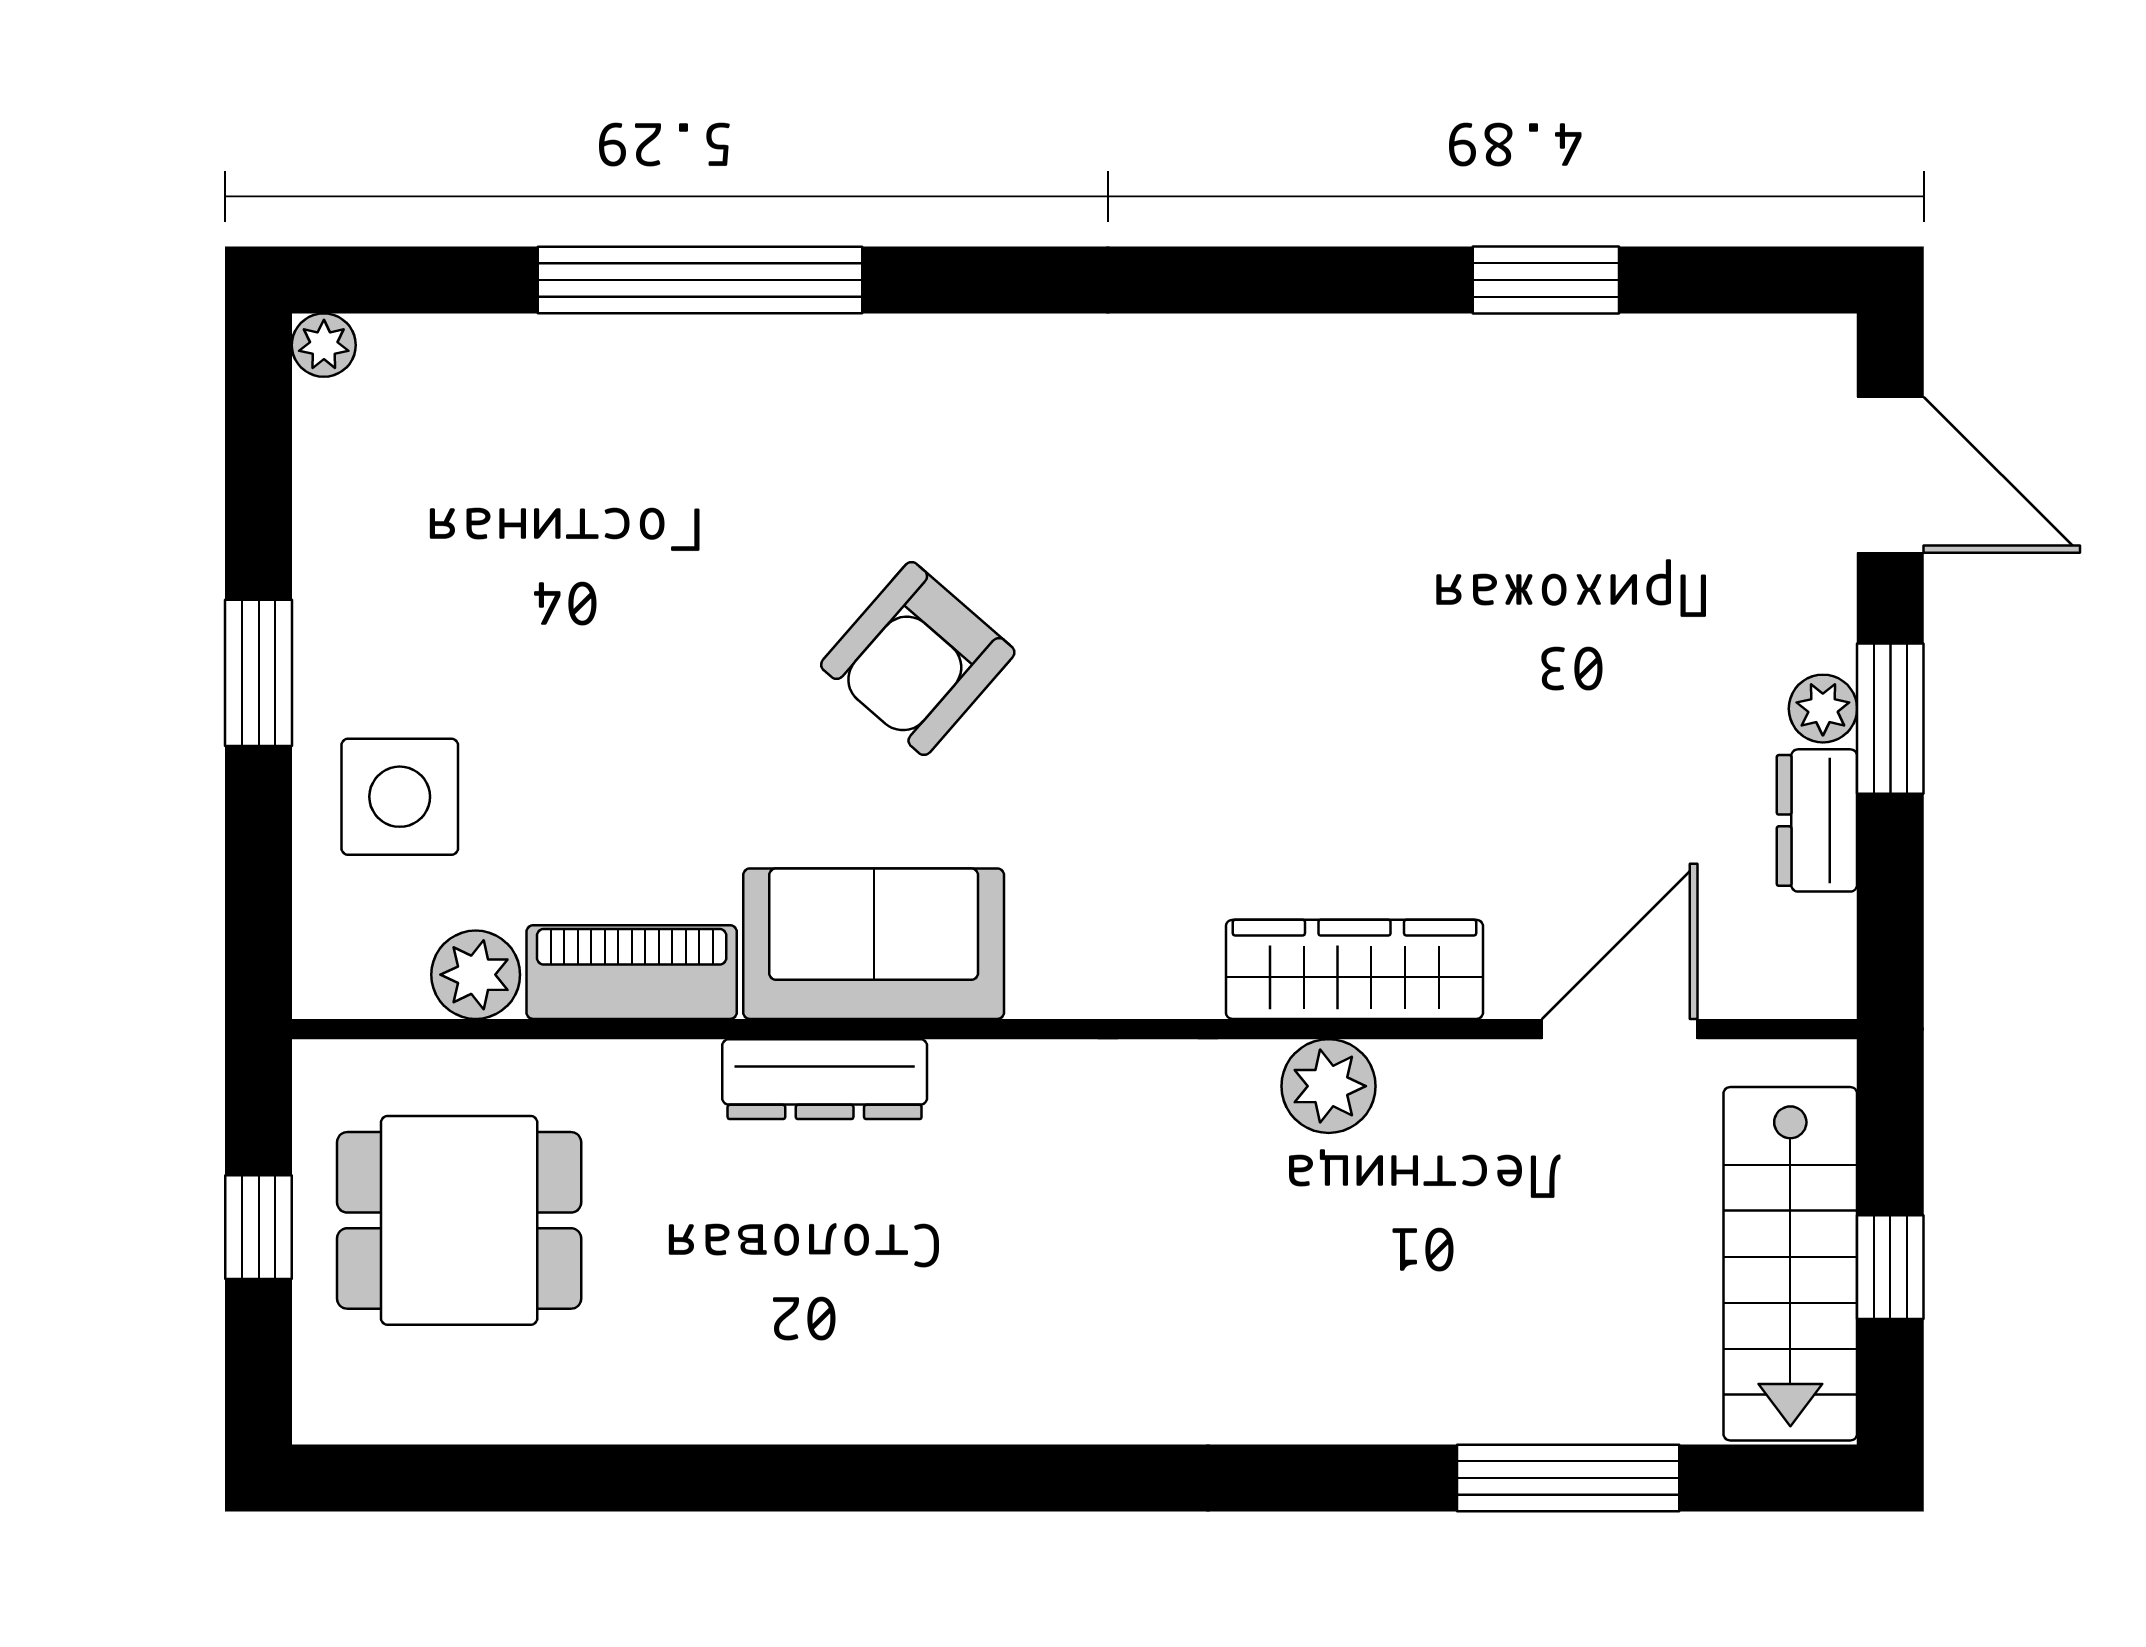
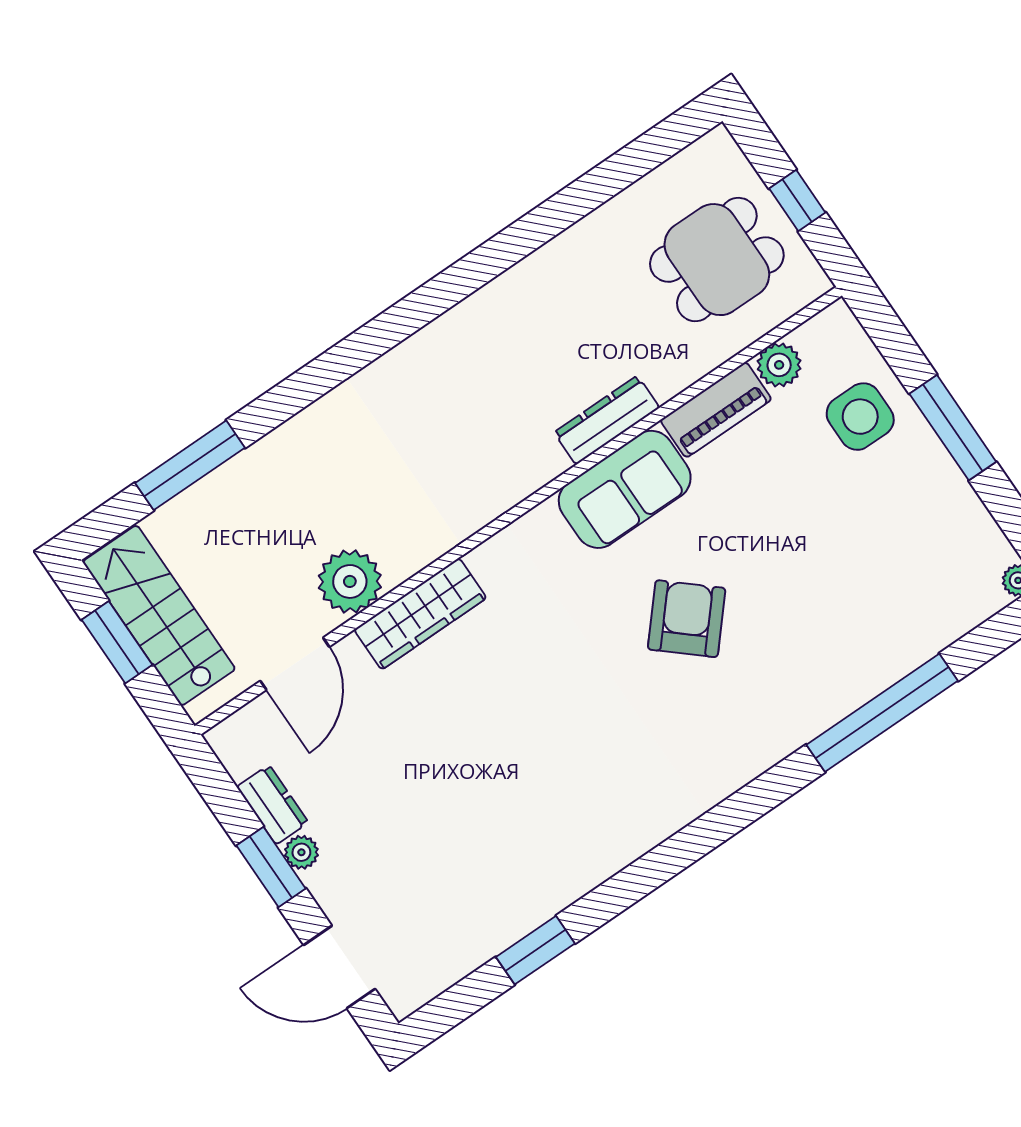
window: (259, 673) -> (953, 428), width x1.44
plant: (1329, 1086) -> (350, 581), moved, width x1.36, depth x1.36
window: (1890, 1267) -> (117, 642), width x1.50

